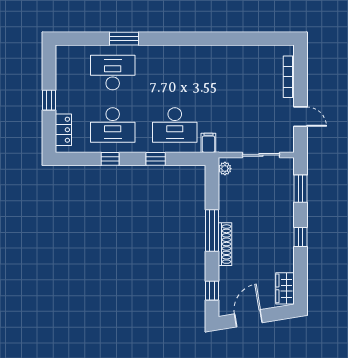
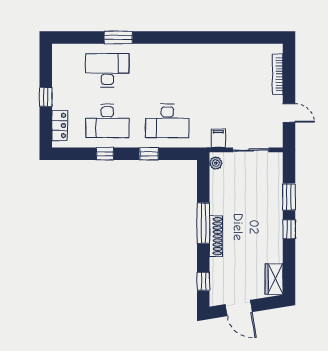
filing cabinet: (208, 143) -> (218, 138), moved
window: (300, 189) -> (289, 197), moved
door: (248, 318) -> (239, 308), swing flipped

